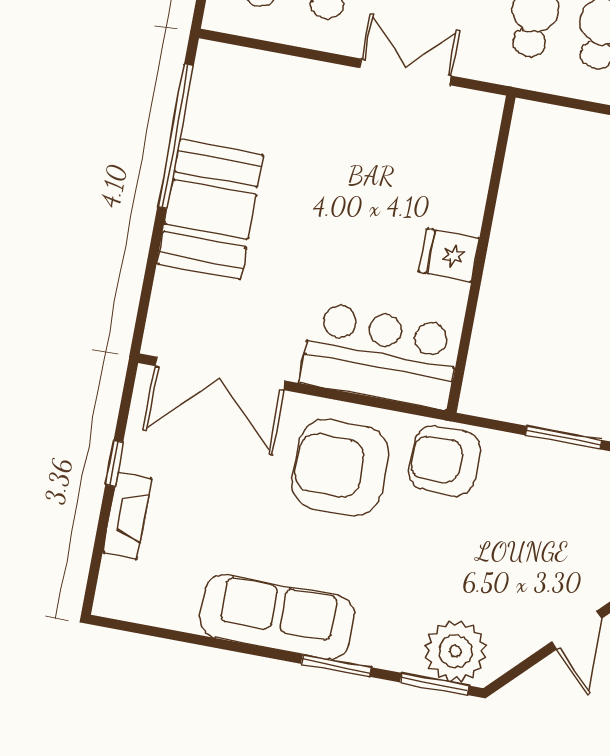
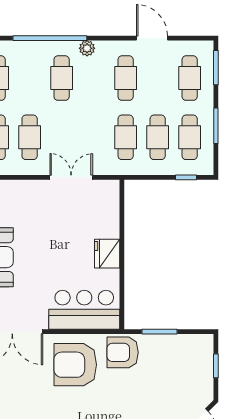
fridge: (449, 255) -> (107, 254), width x1.38
window: (564, 438) -> (159, 332), moved

